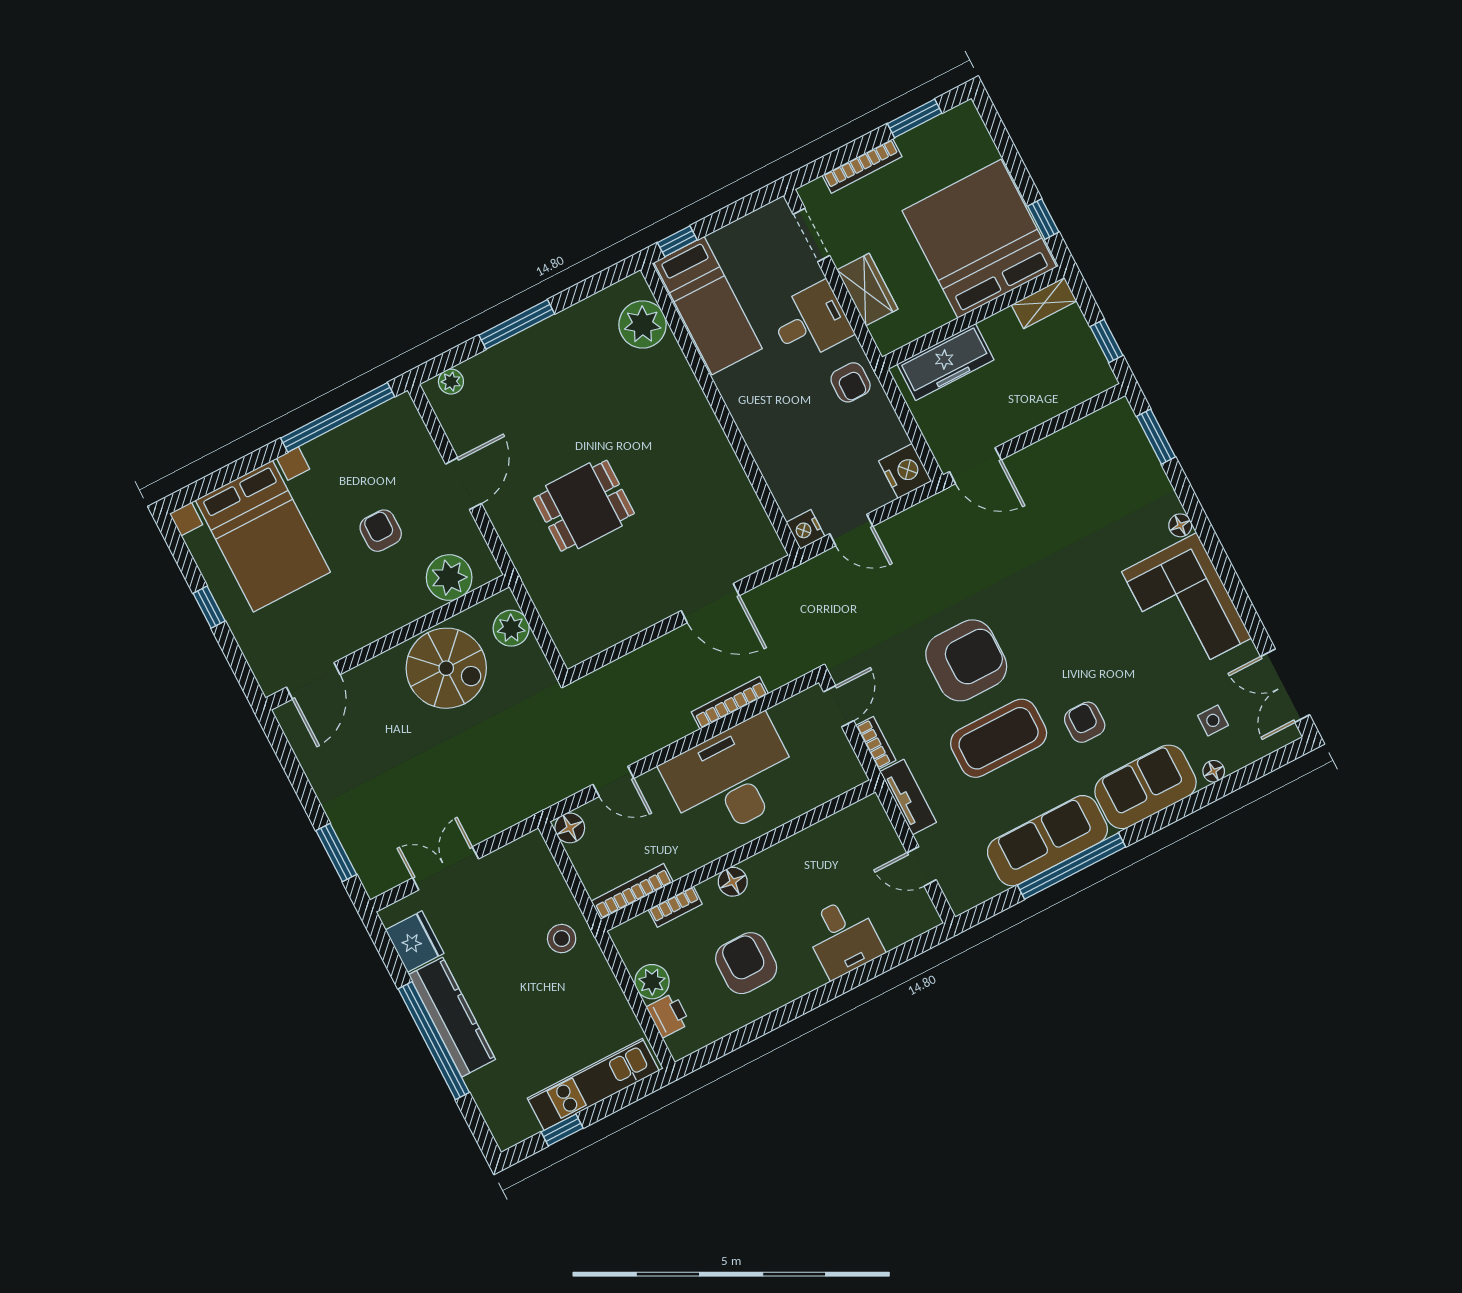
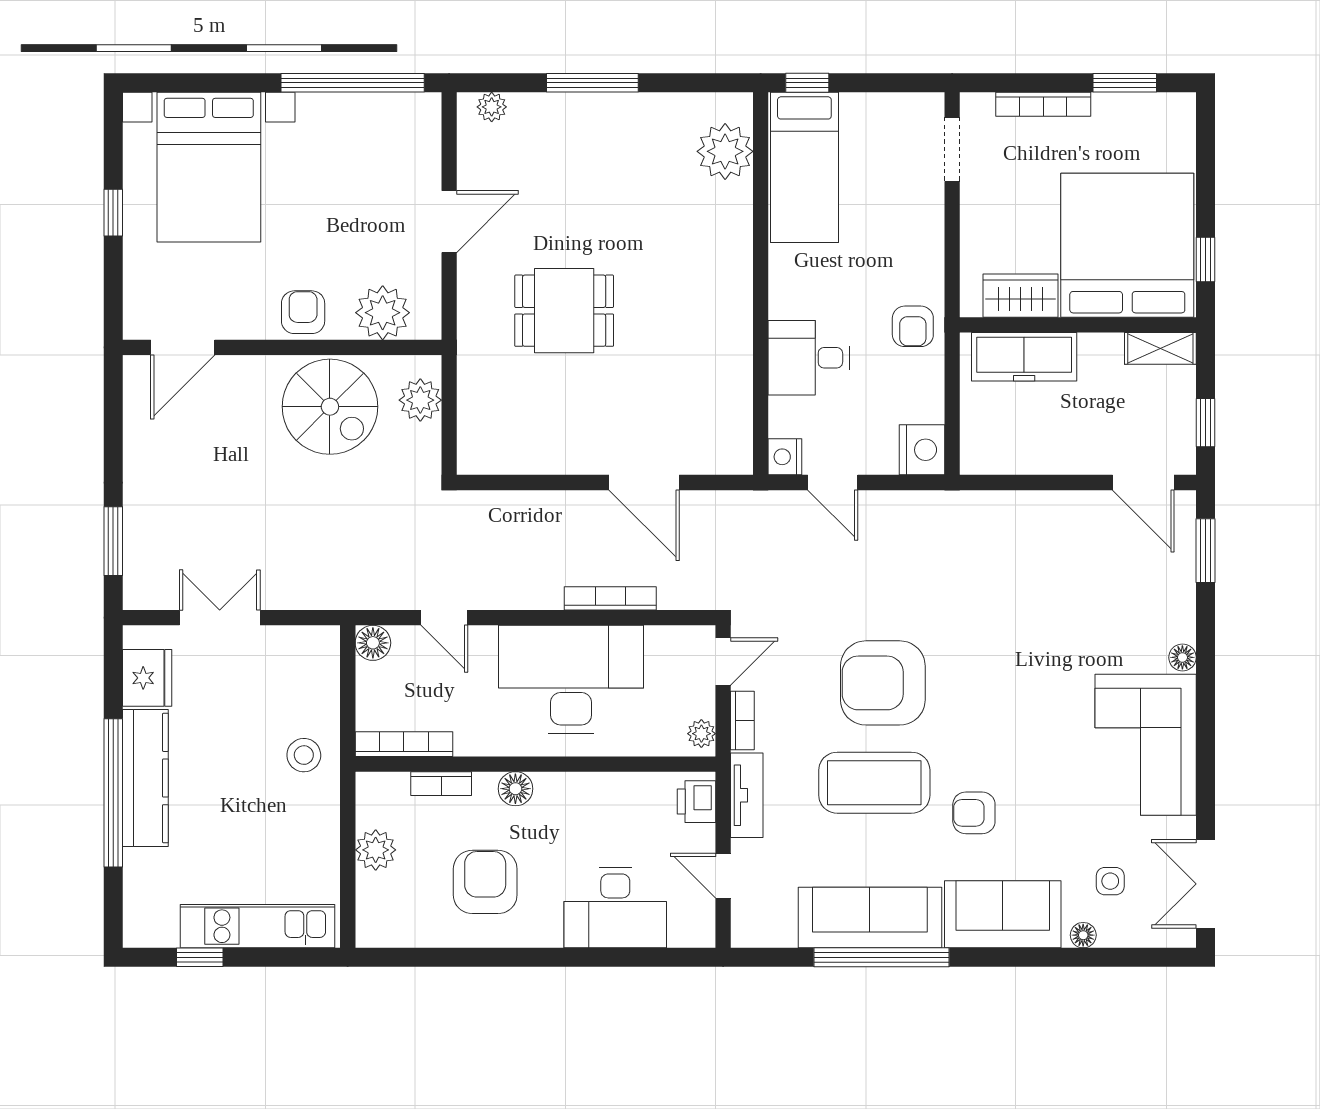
wardrobe: (867, 290) -> (1021, 296), moved, turned -90
desk: (811, 322) -> (809, 358), moved, turned 180
door: (975, 466) -> (1143, 483), moved
armchair: (381, 531) -> (303, 312), moved
armchair: (966, 660) -> (883, 683), turned 180
armchair: (1085, 722) -> (974, 813), turned -90
plant: (850, 769) -> (701, 734), added
desk: (843, 937) -> (615, 908), width x1.37
printer: (668, 1015) -> (697, 802), moved, turned 180

